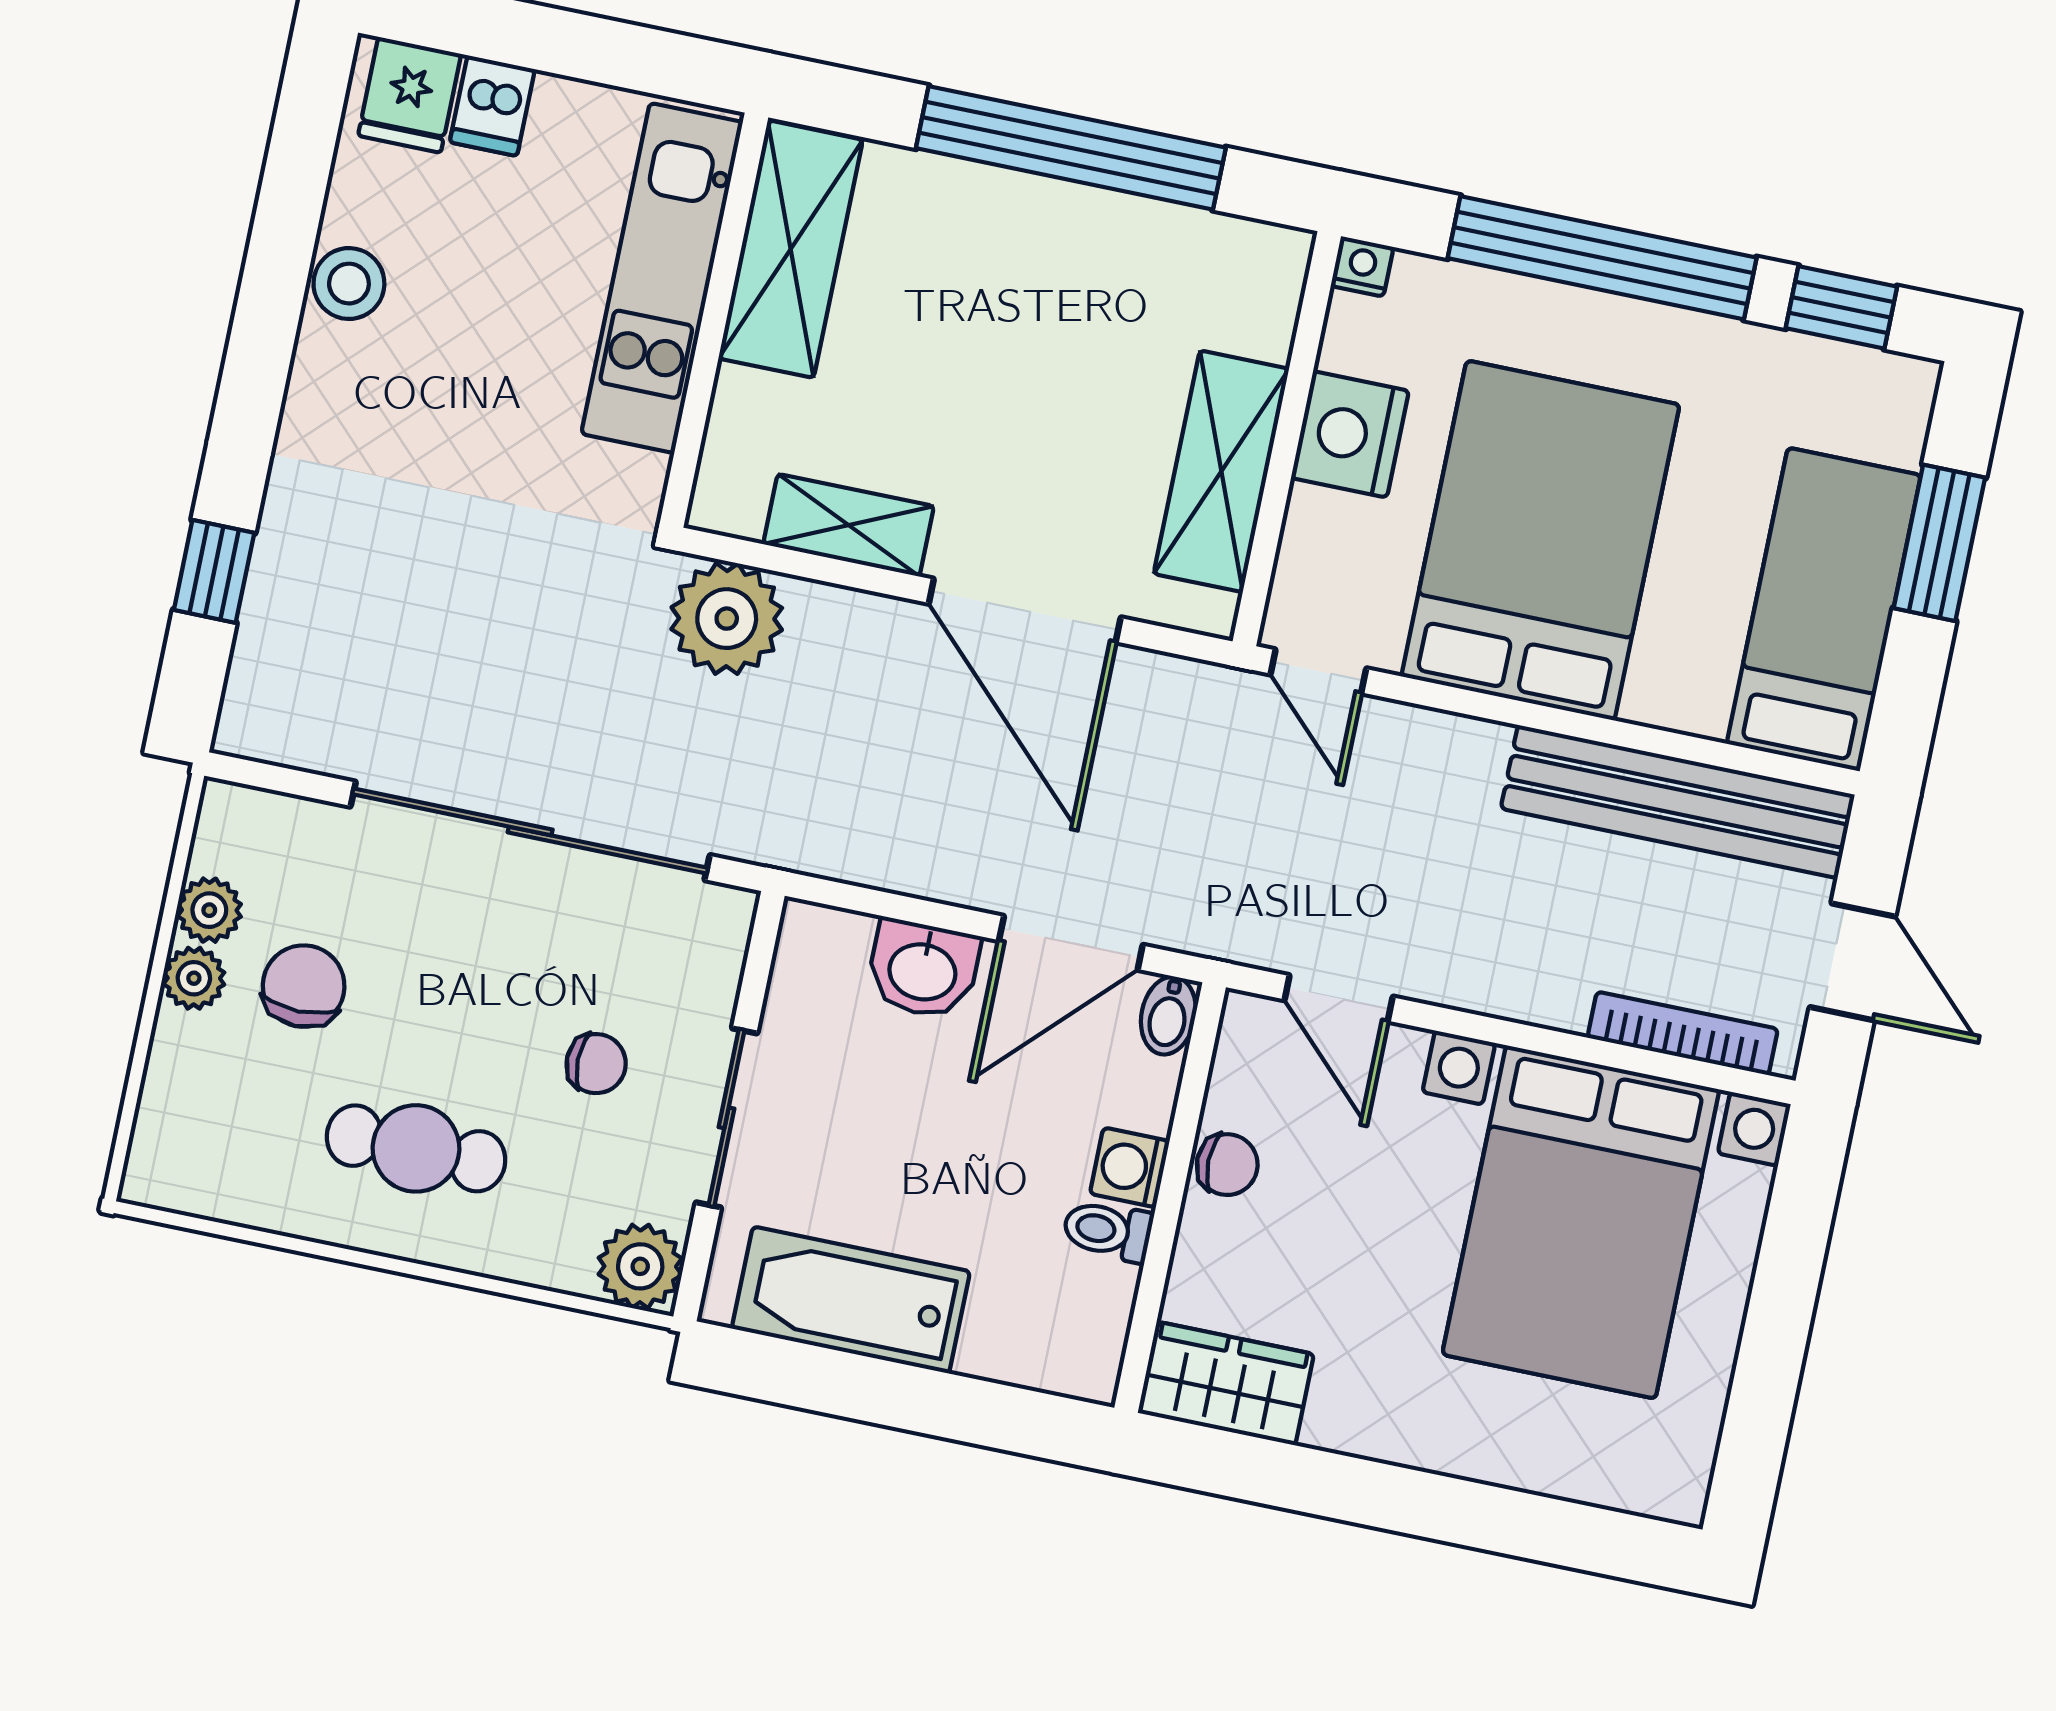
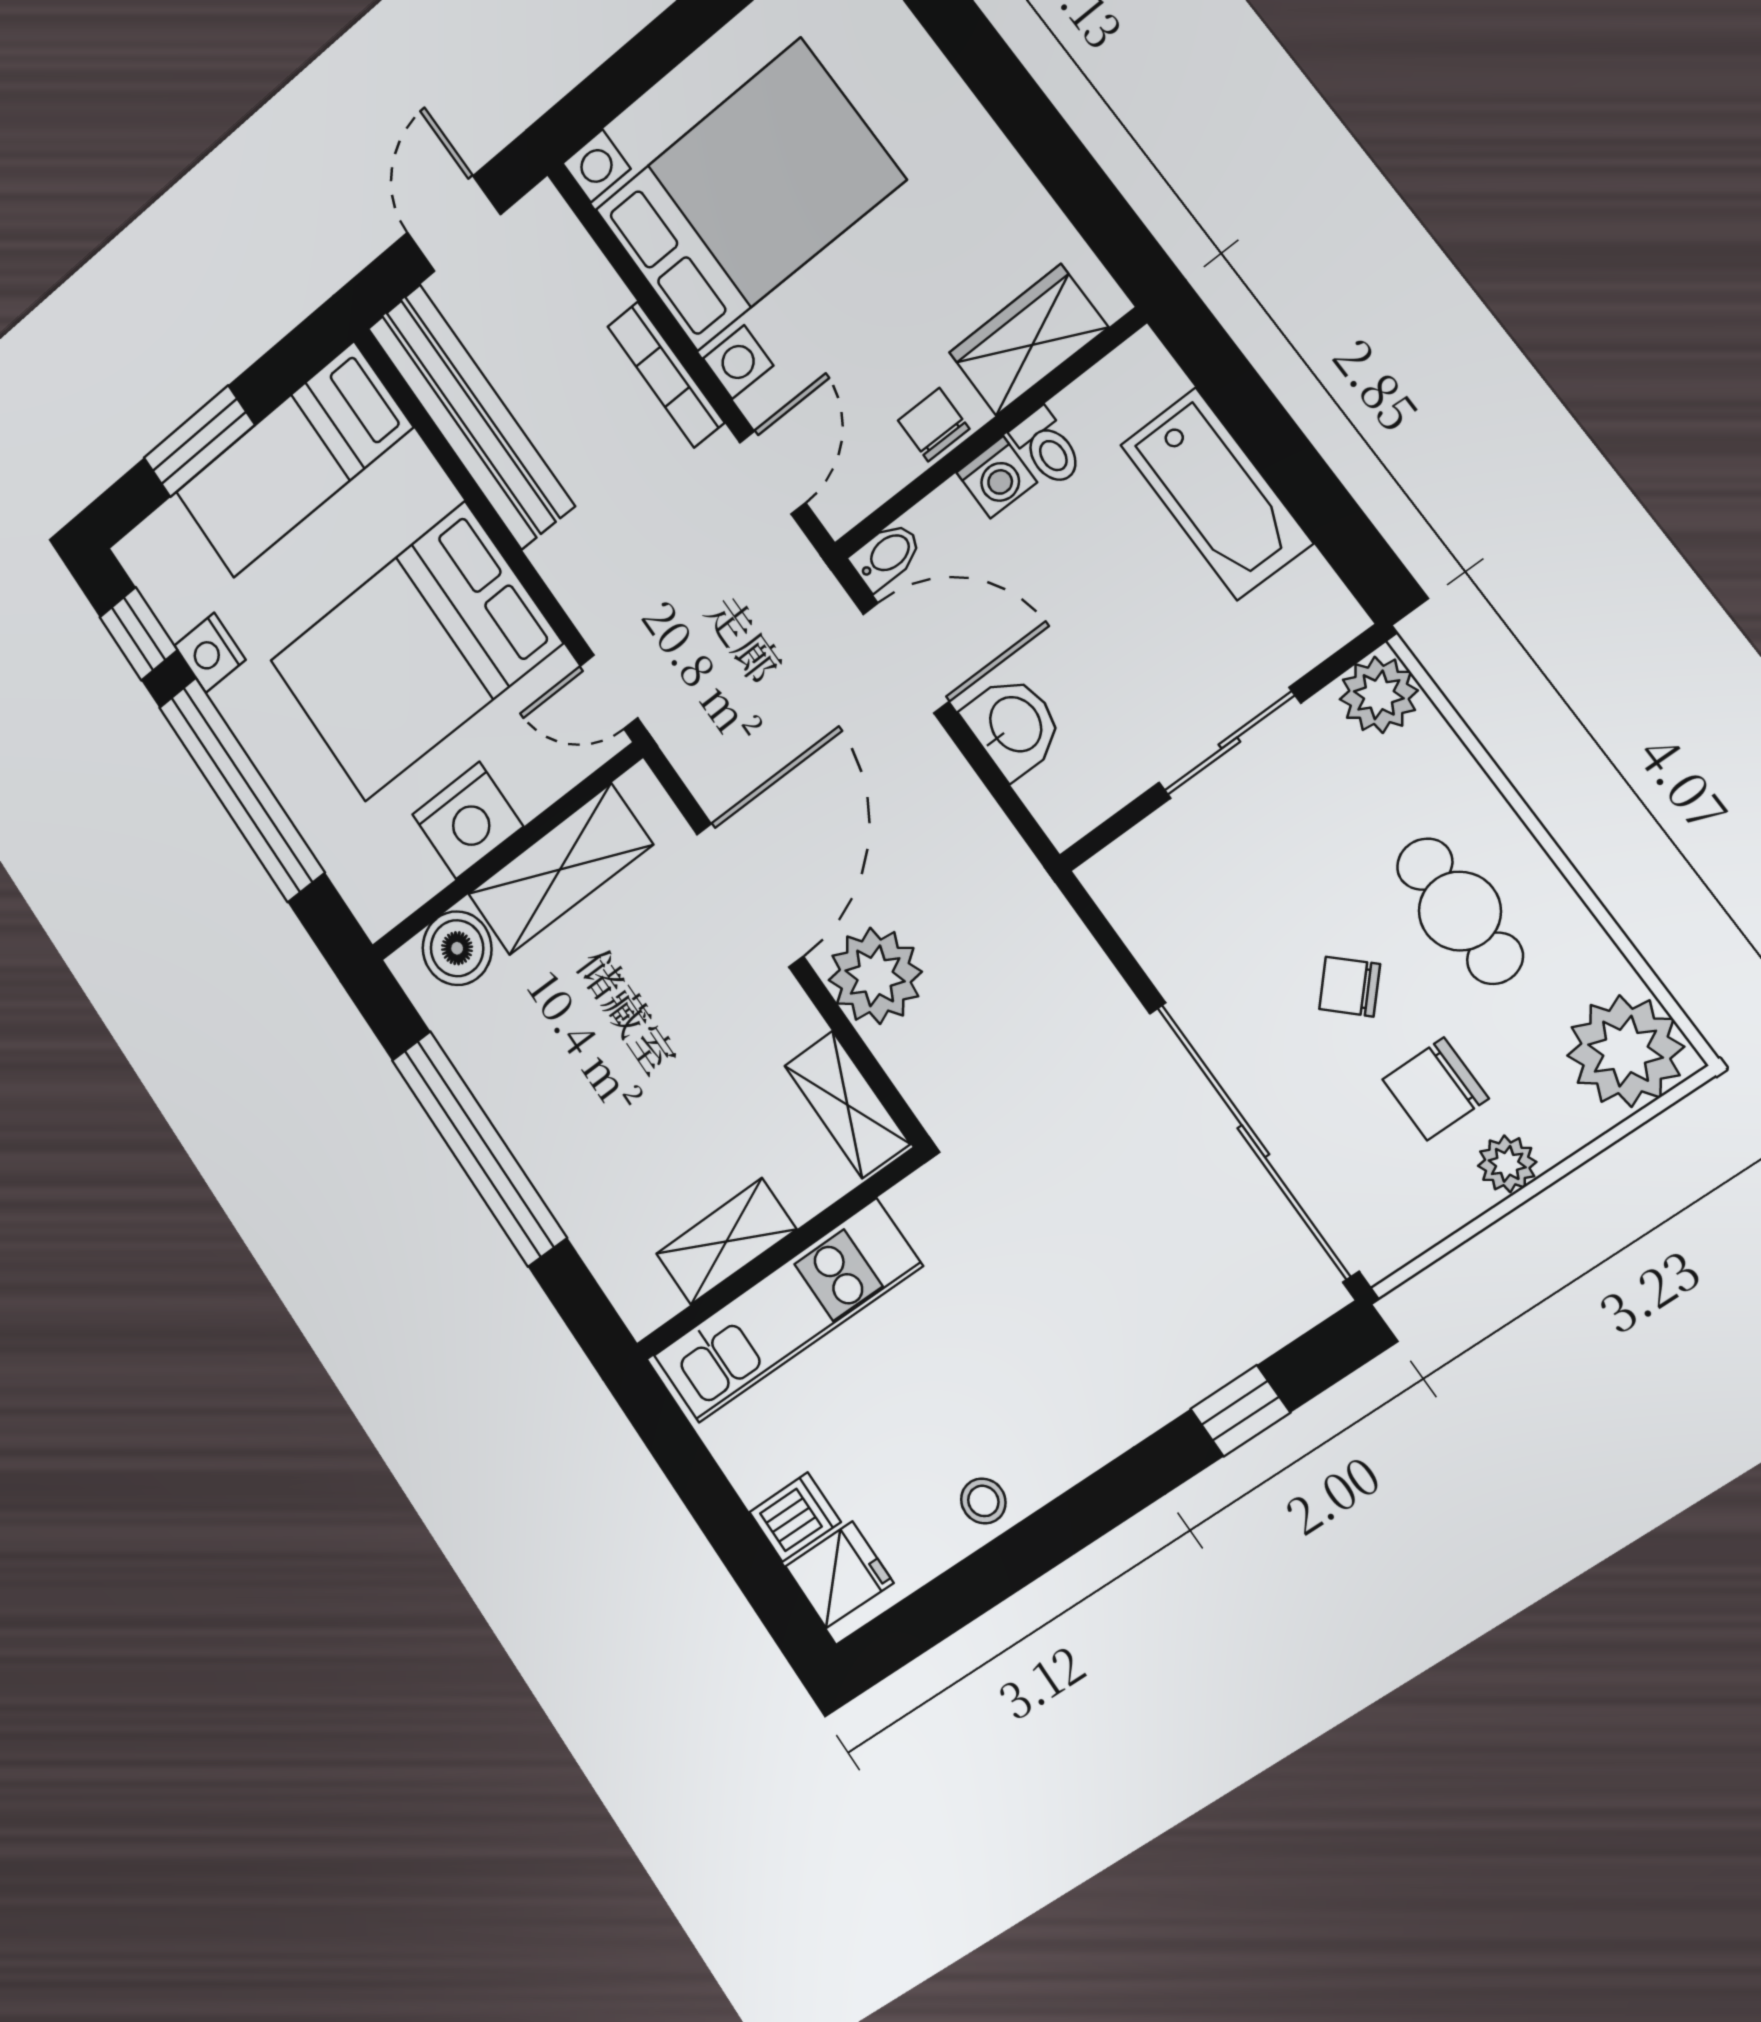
shelving: (791, 249) -> (726, 1242), width x0.67, depth x0.75
nightstand: (1362, 266) -> (210, 653), moved, width x1.39, depth x1.35
stool: (349, 284) -> (983, 1501), width x0.73, depth x0.73
boiler: (1256, 309) -> (457, 948), added
shelving: (849, 525) -> (847, 1105), moved
plant: (727, 619) -> (875, 976), moved
door: (1318, 671) -> (609, 692), swing flipped
sliding door: (530, 831) -> (1253, 1141), moved
plant: (209, 910) -> (1625, 1051), moved, width x1.88, depth x1.88
bookcase: (1683, 1033) -> (666, 374), moved
chair: (596, 1064) -> (1350, 987), moved, turned -47
bathtub: (851, 1300) -> (1216, 494), moved
wardrobe: (1226, 1383) -> (1028, 340), moved, turned 90

